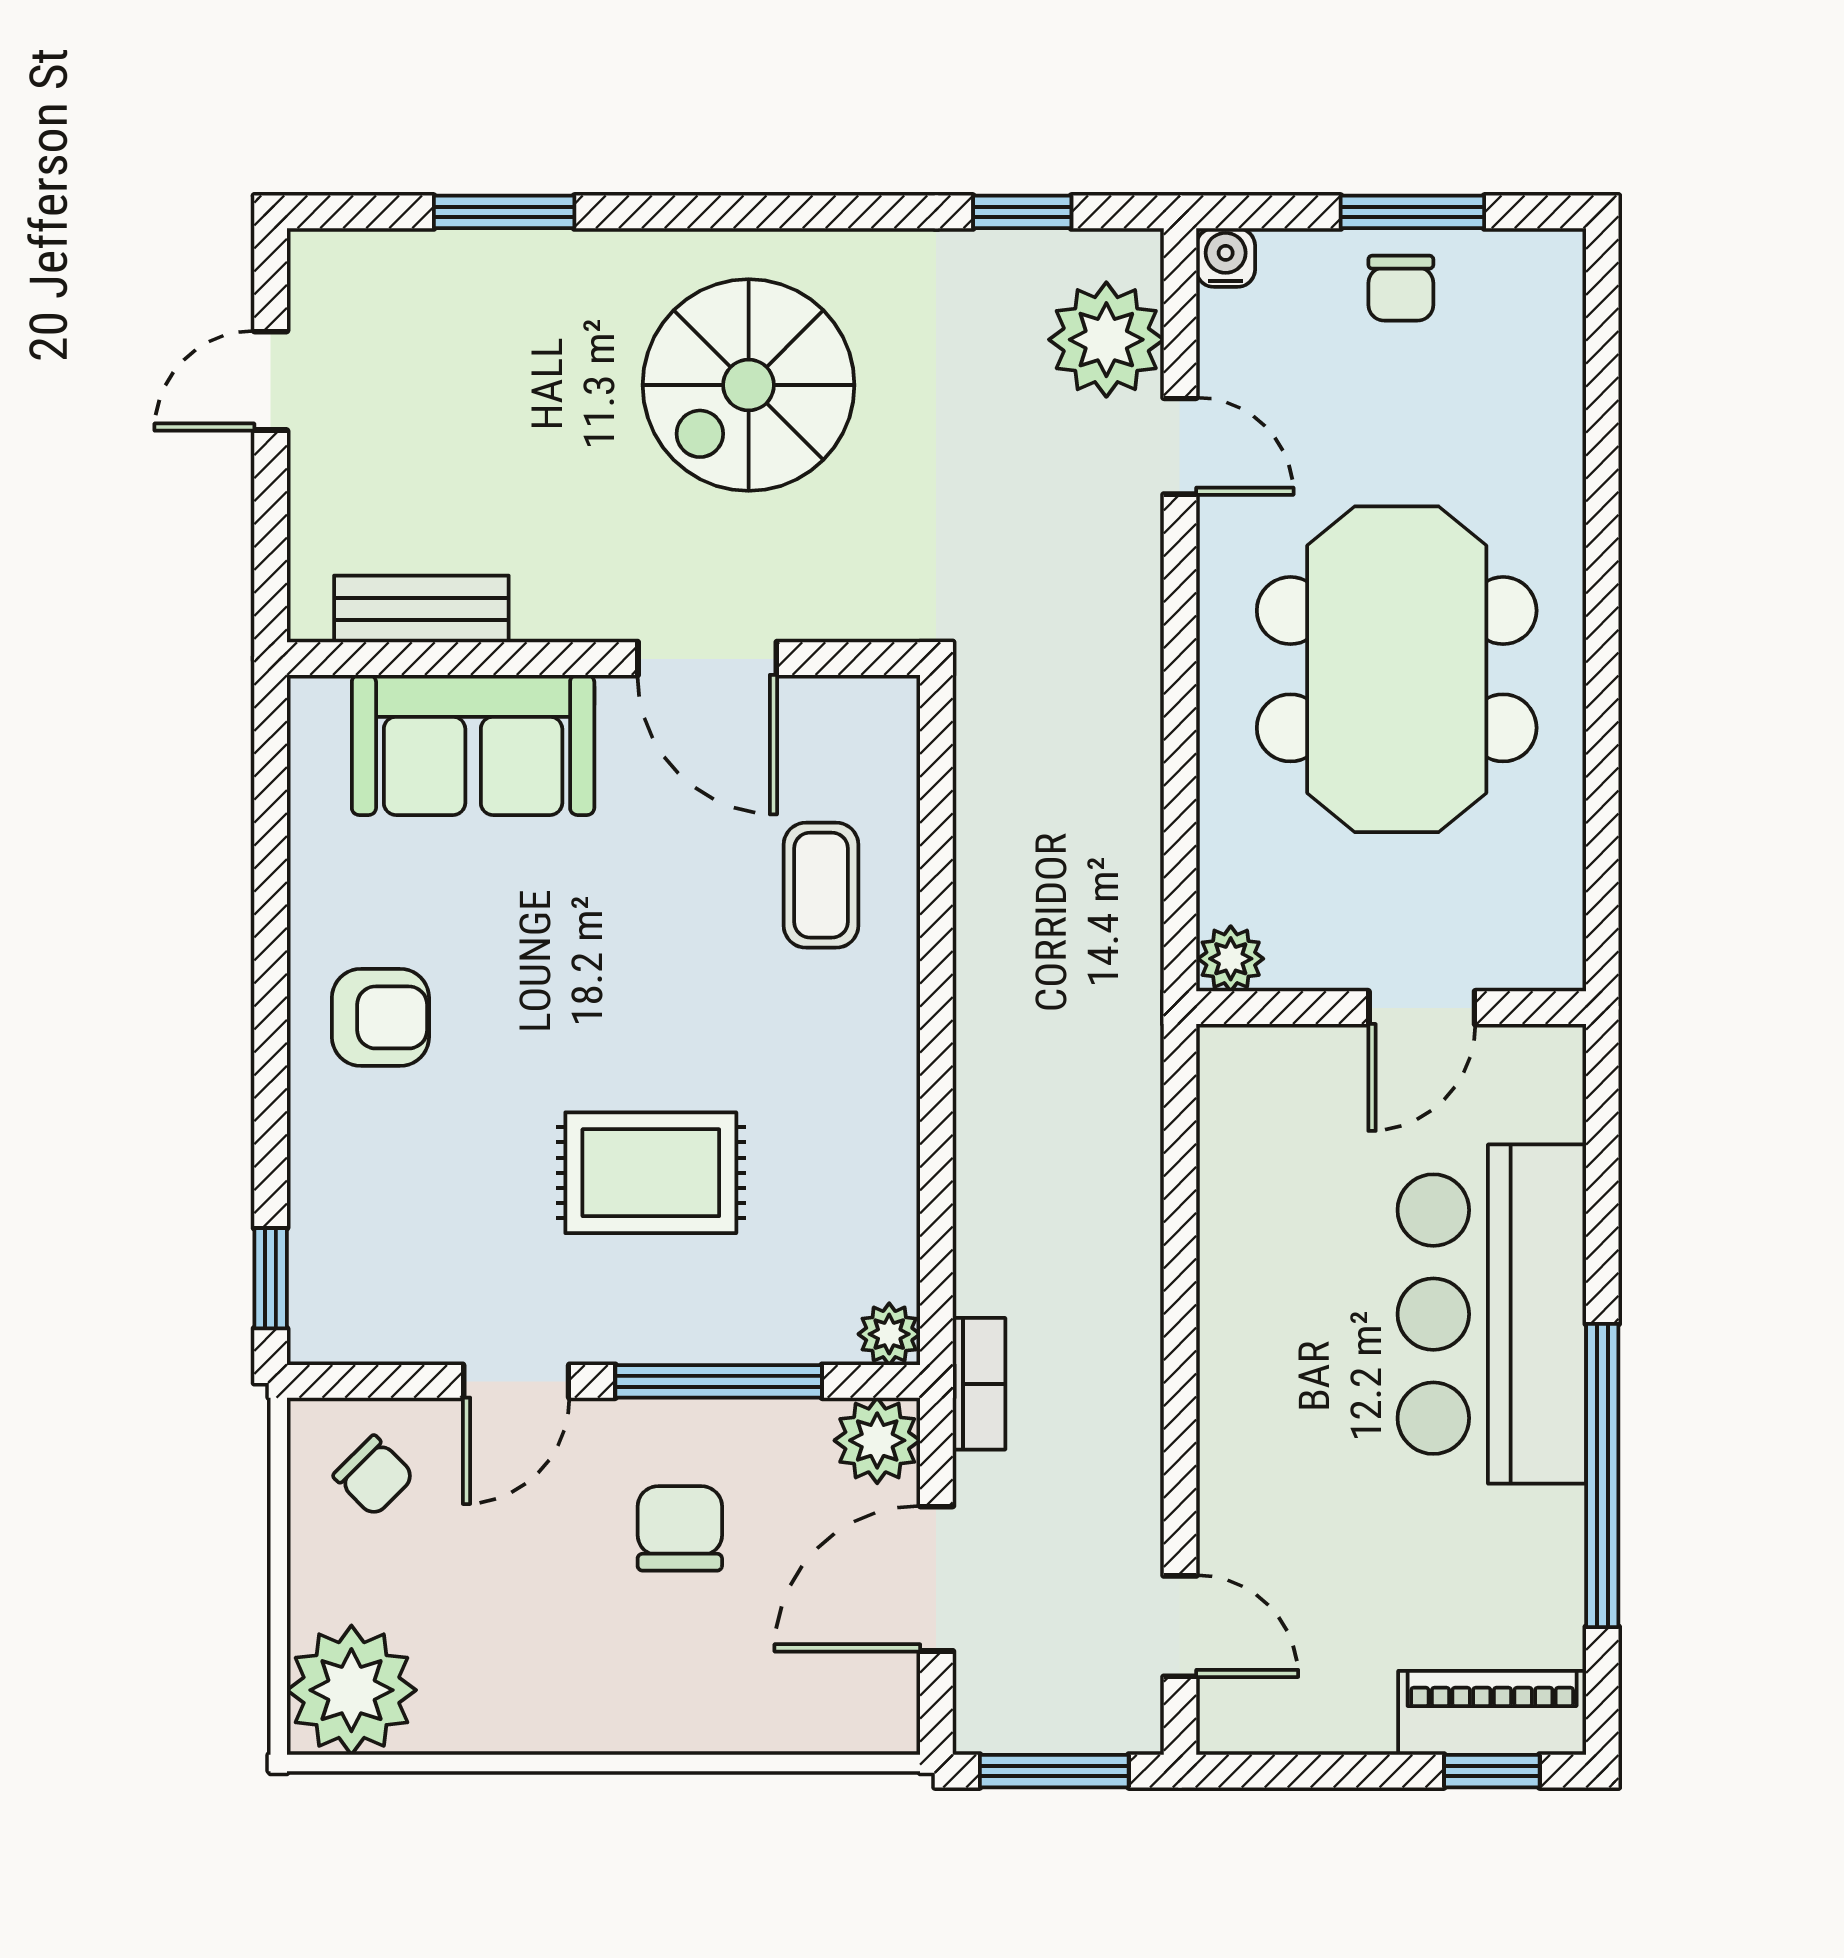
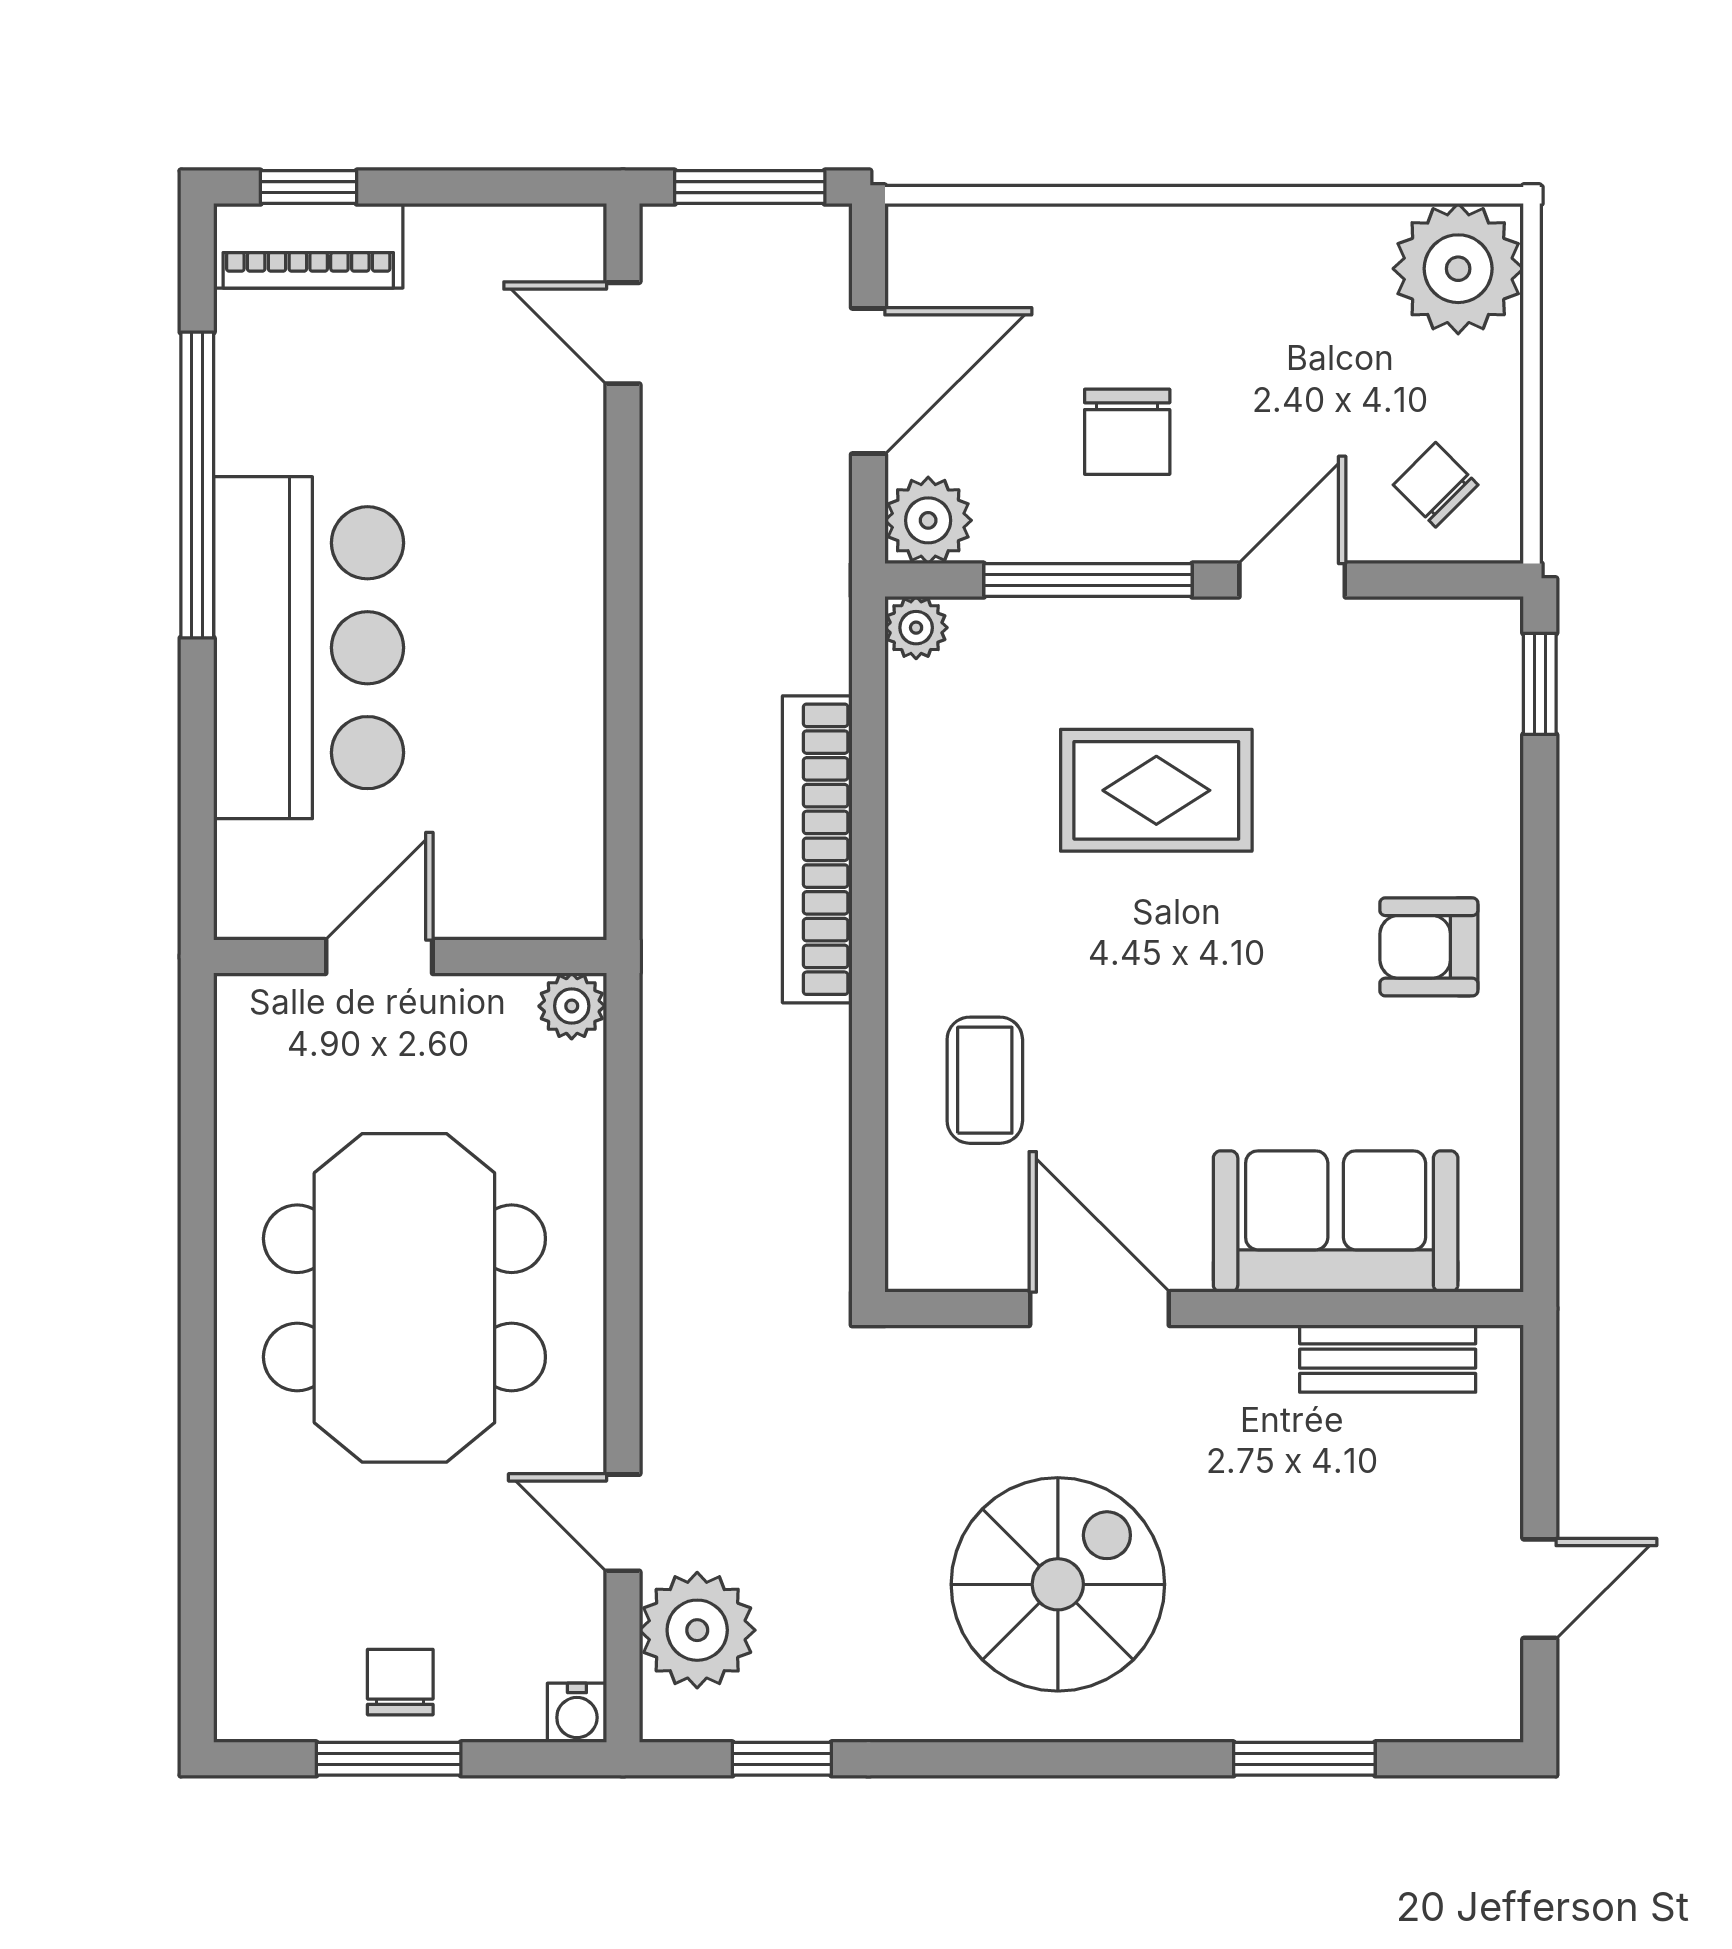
bookcase: (979, 1384) -> (817, 849), moved, width x2.31, depth x1.31

